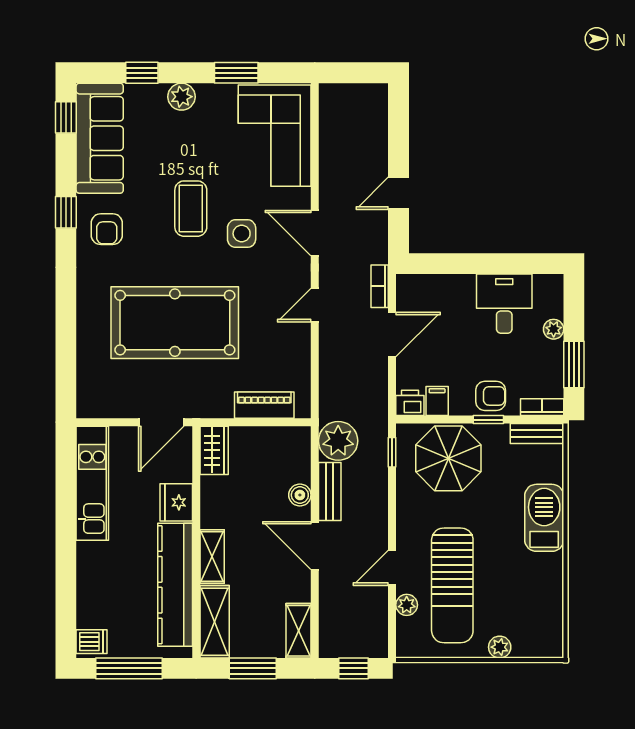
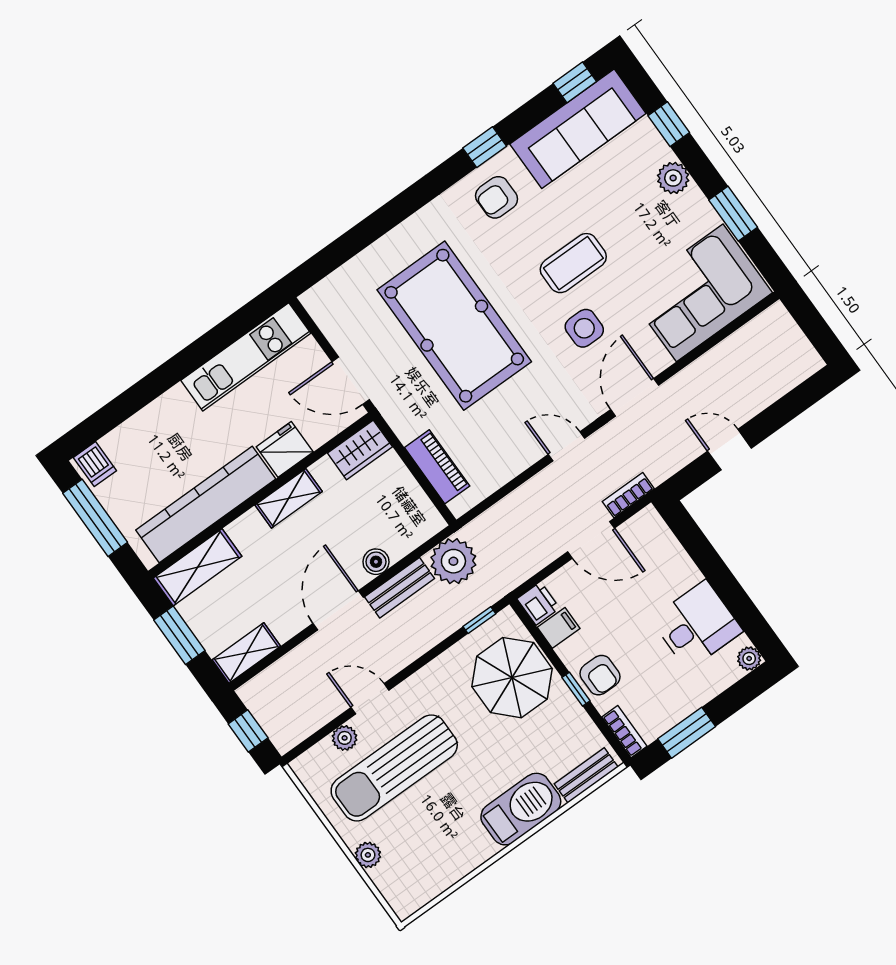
plant: (554, 329) -> (749, 658), moved
bench: (537, 434) -> (586, 775), moved, turned 90
shelving: (212, 556) -> (289, 498), moved

